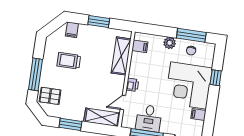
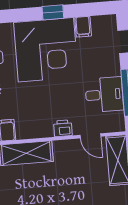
window: (216, 78) -> (53, 12), moved

